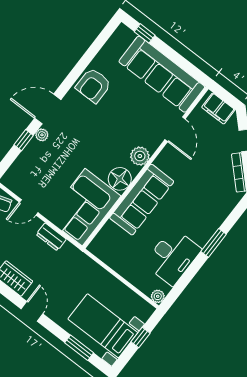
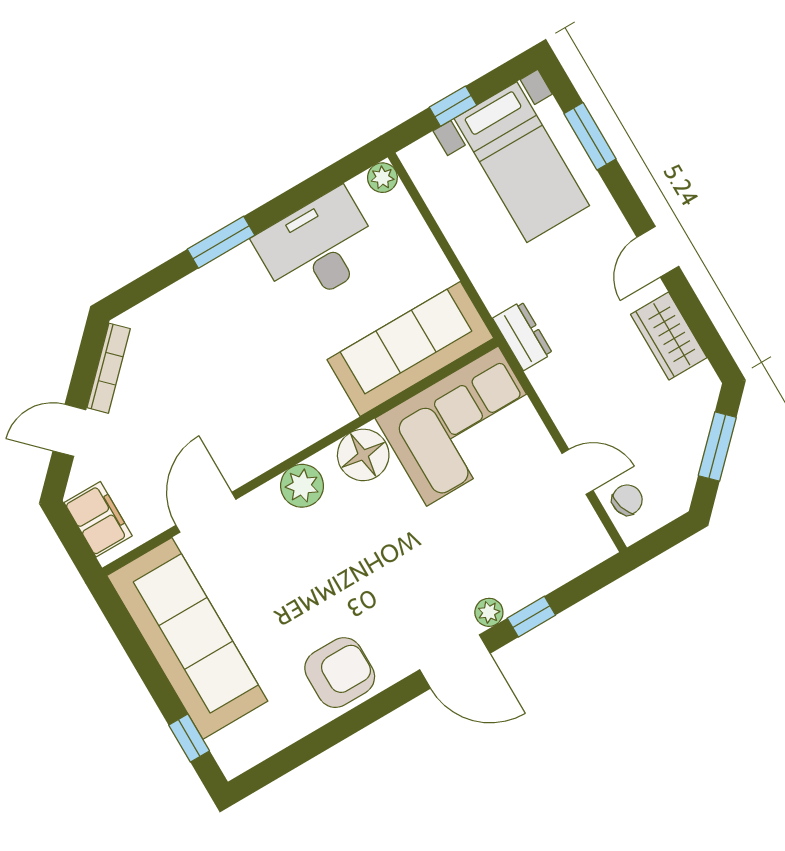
sofa: (142, 200) -> (410, 349), moved
dresser: (51, 237) -> (523, 336), moved

